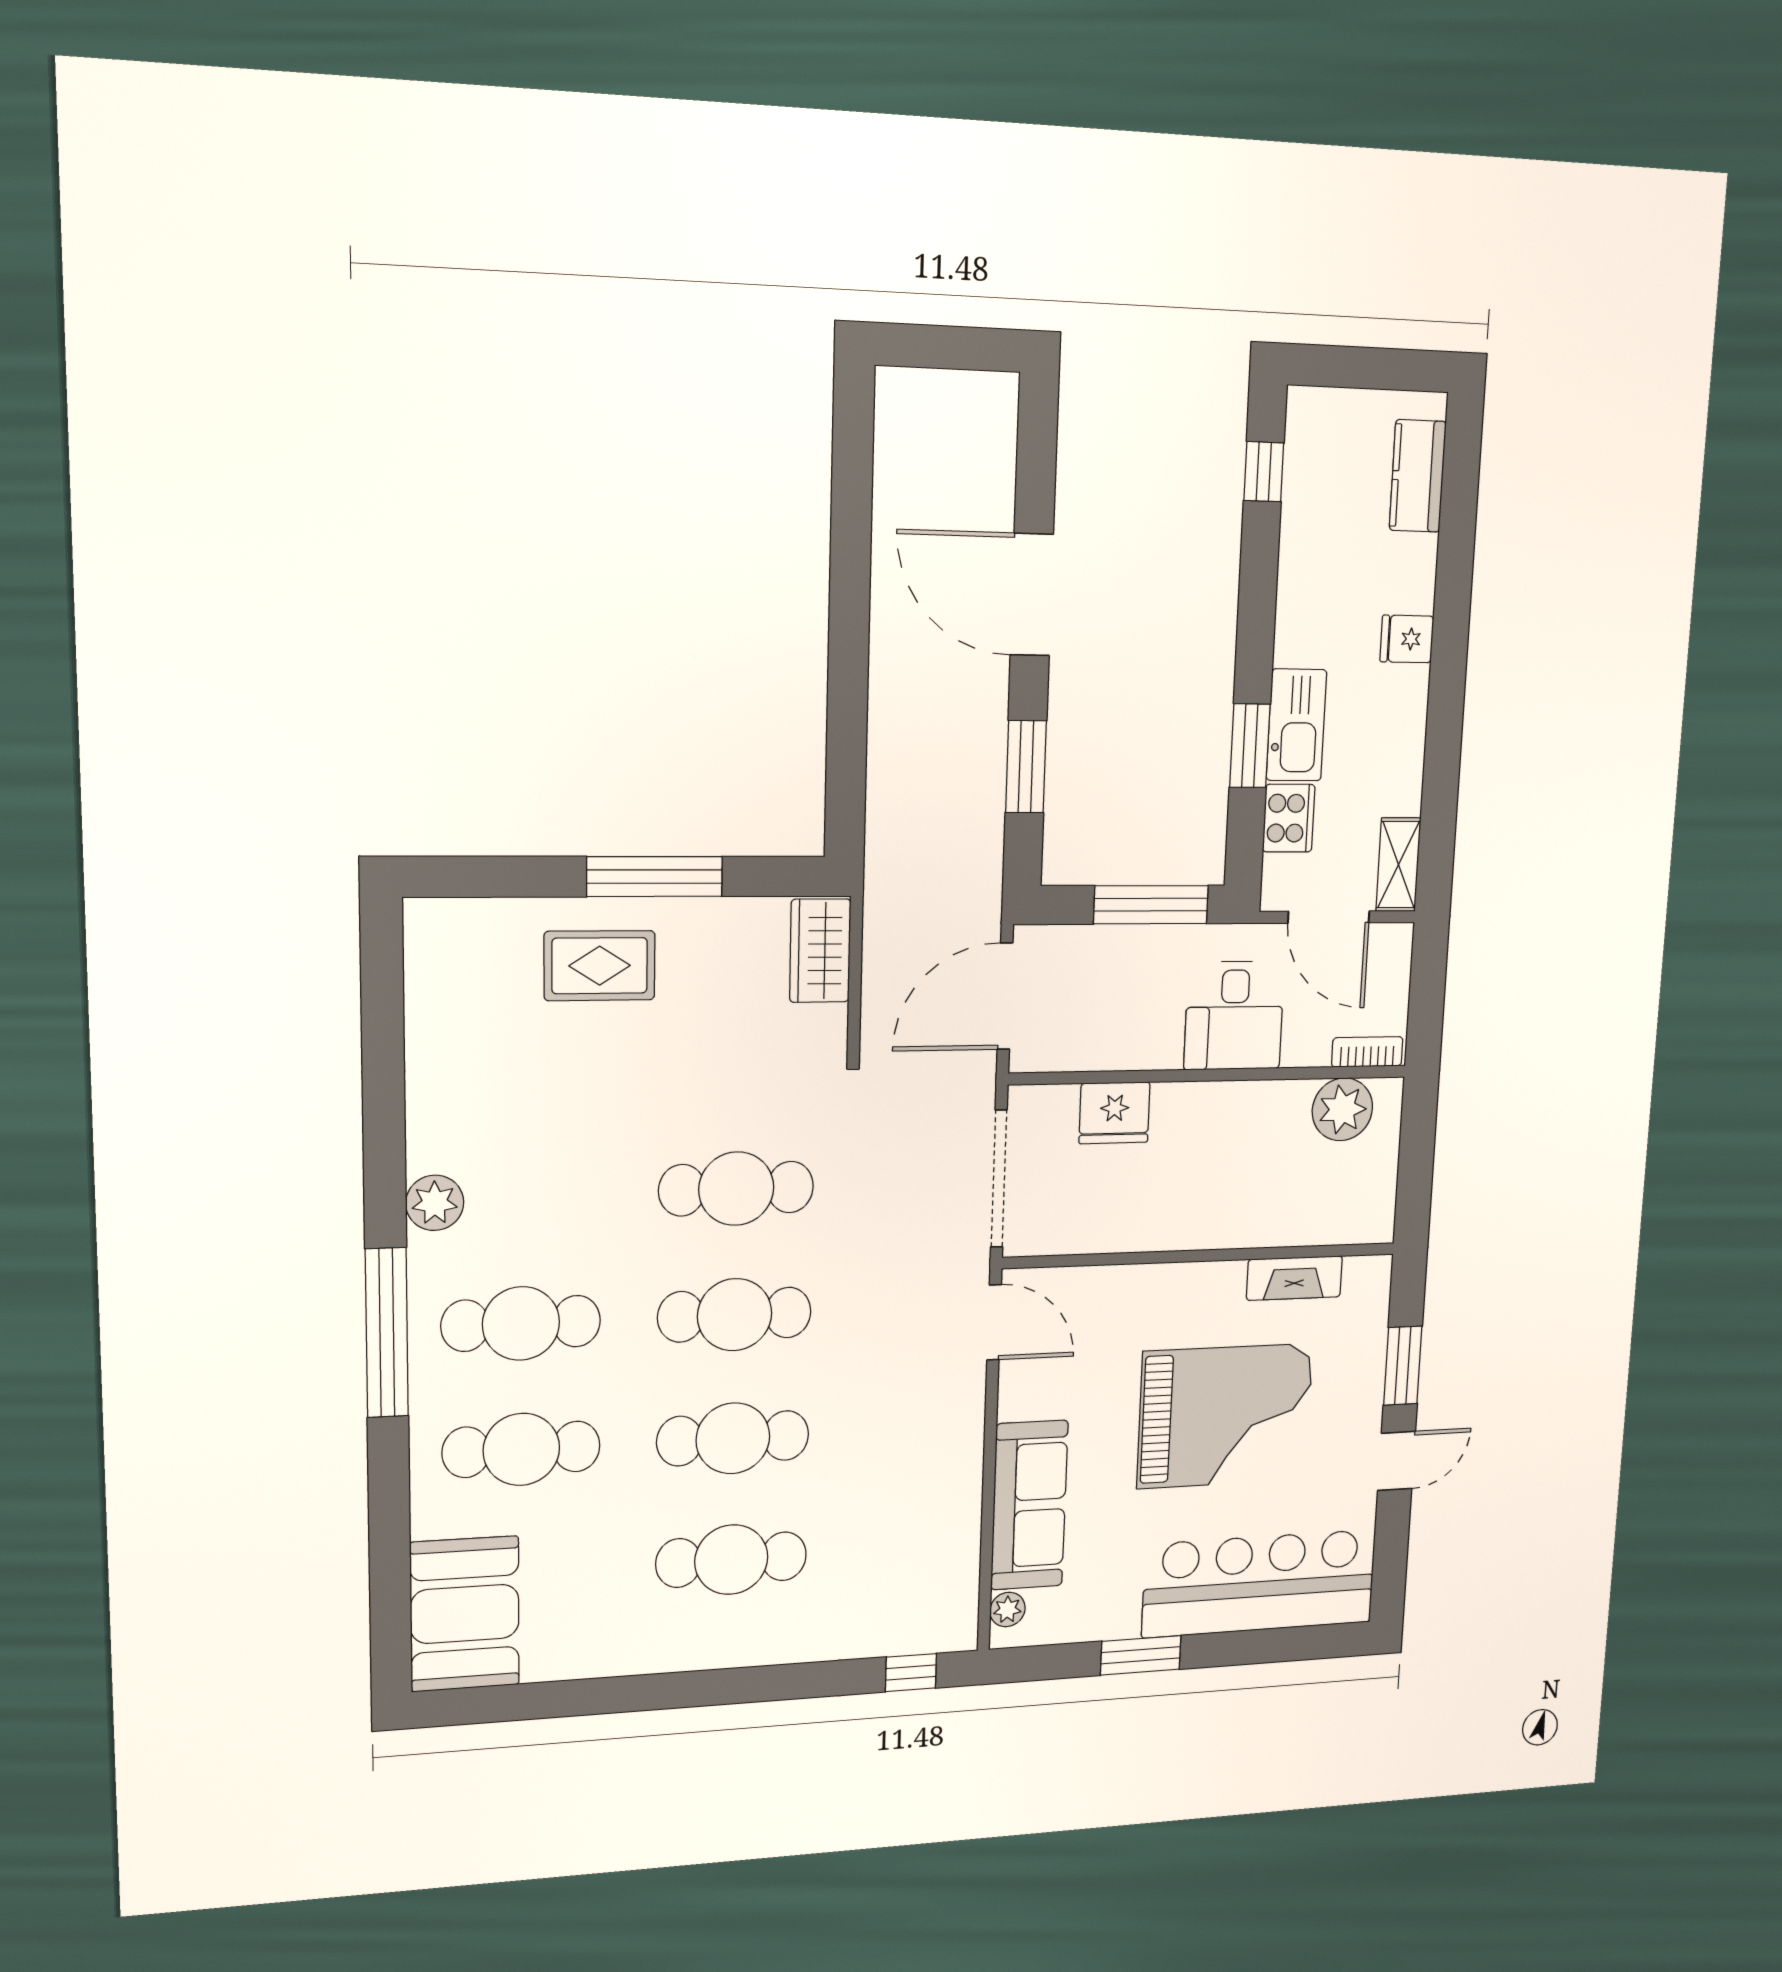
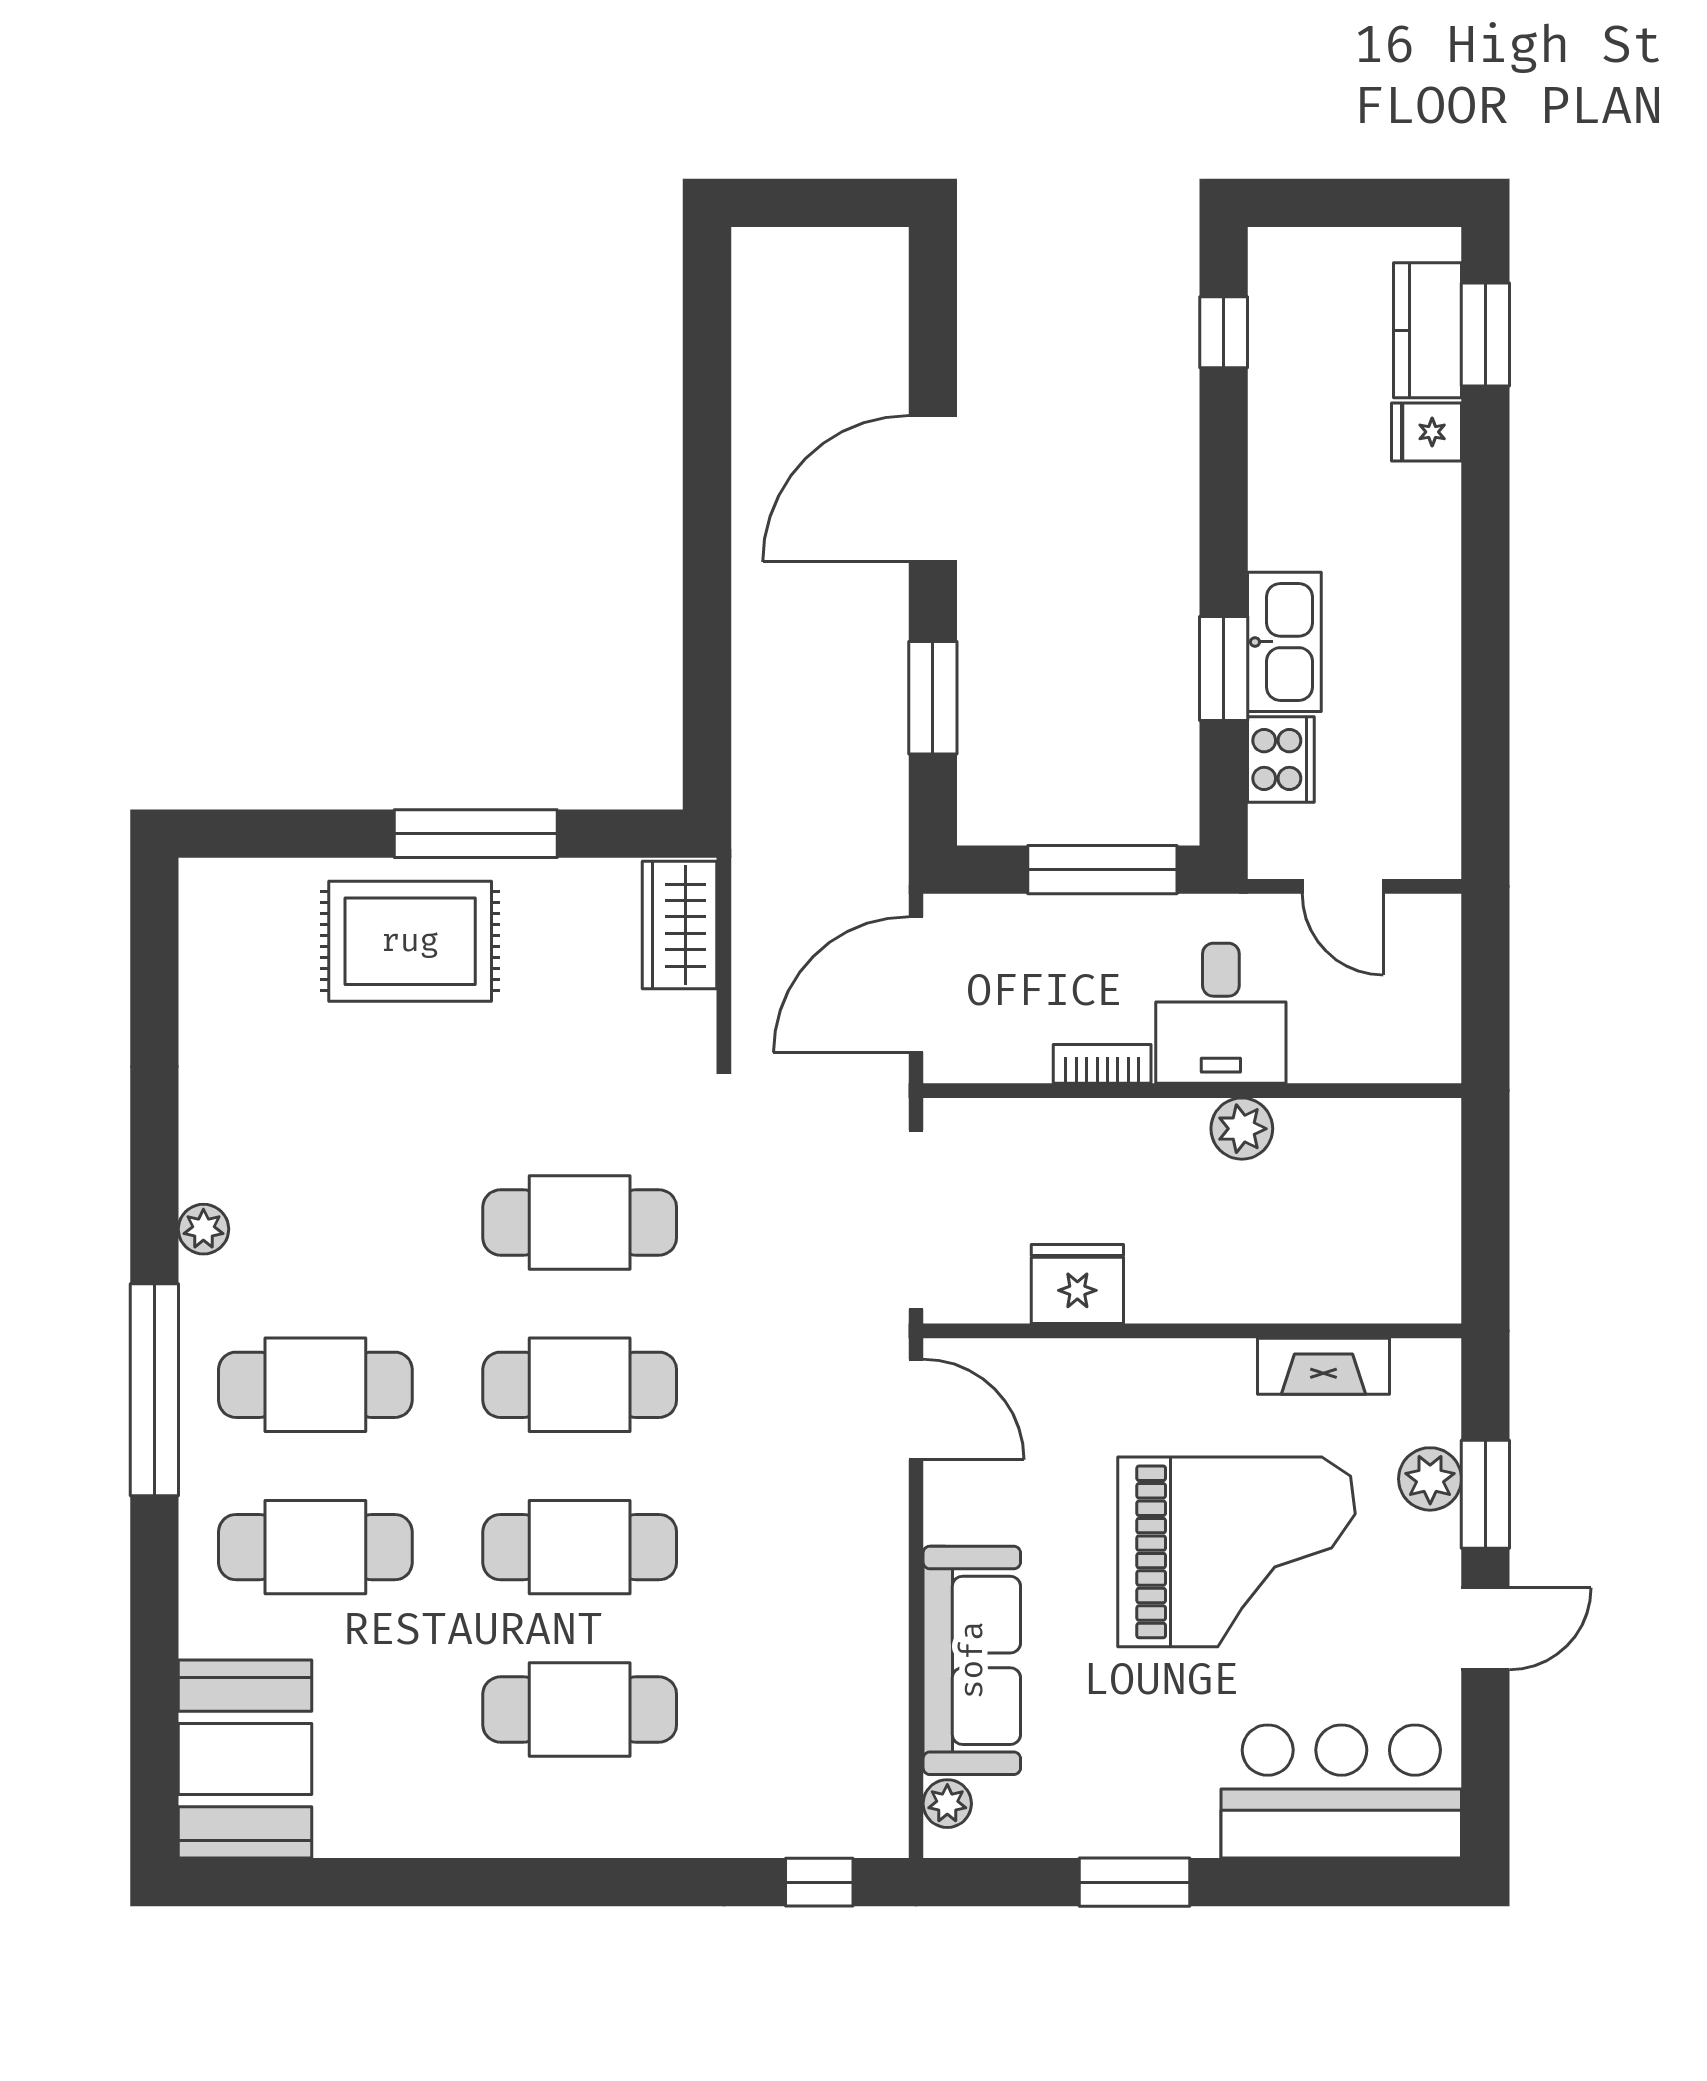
window: (1460, 481) -> (1485, 335), added
door: (1032, 595) -> (933, 489), hinge flipped
fridge: (1407, 639) -> (1427, 432), moved
shelving: (1398, 865) -> (1434, 819), removed
door: (1329, 917) -> (1343, 886), width x0.73
rug: (600, 966) -> (410, 941), width x1.36, depth x1.43
bookcase: (1367, 1052) -> (1102, 1064), moved
plant: (1342, 1109) -> (1242, 1129), moved, width x0.73, depth x0.73
fridge: (1114, 1113) -> (1077, 1284), moved, turned 180
plant: (435, 1203) -> (203, 1229), width x0.73, depth x0.73
plant: (1365, 1357) -> (1430, 1479), added
bar counter: (1259, 1583) -> (1341, 1791), width x0.73

